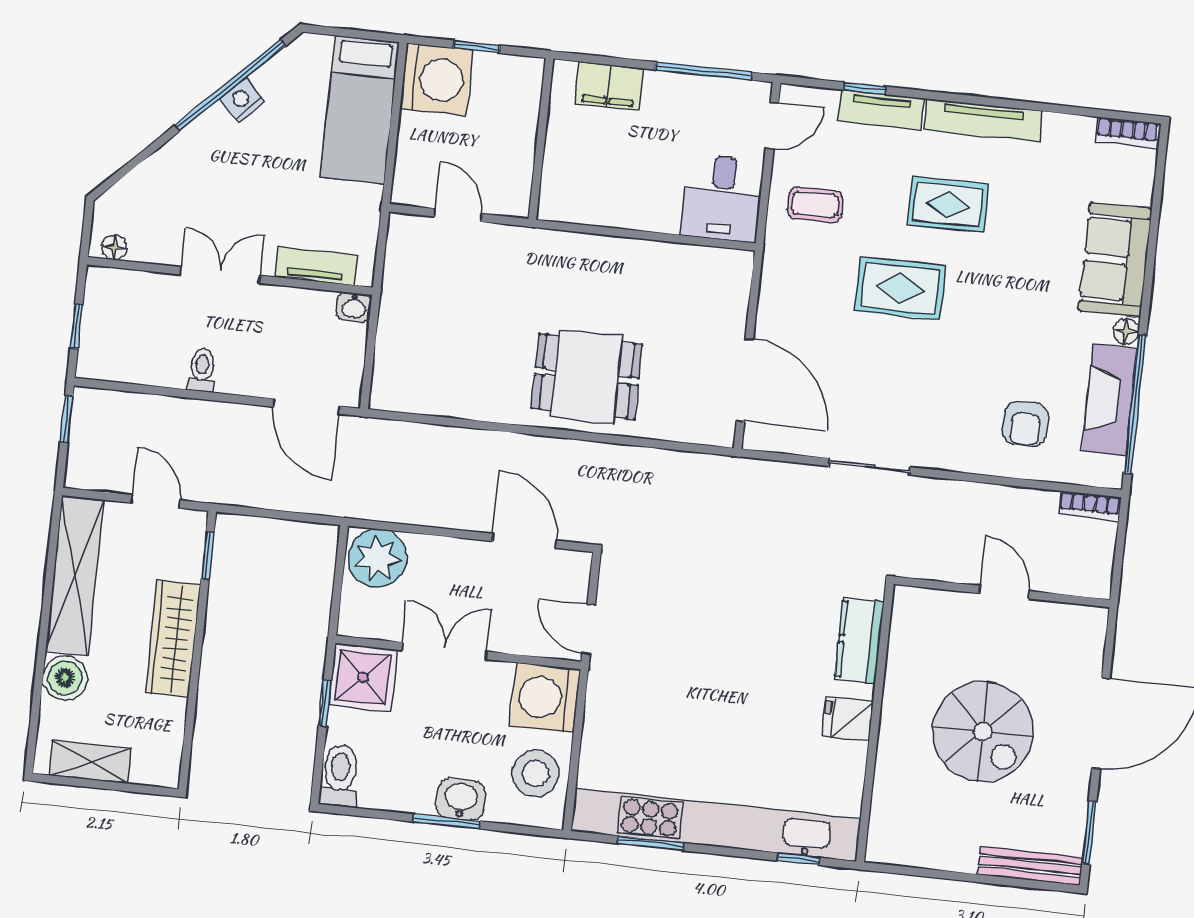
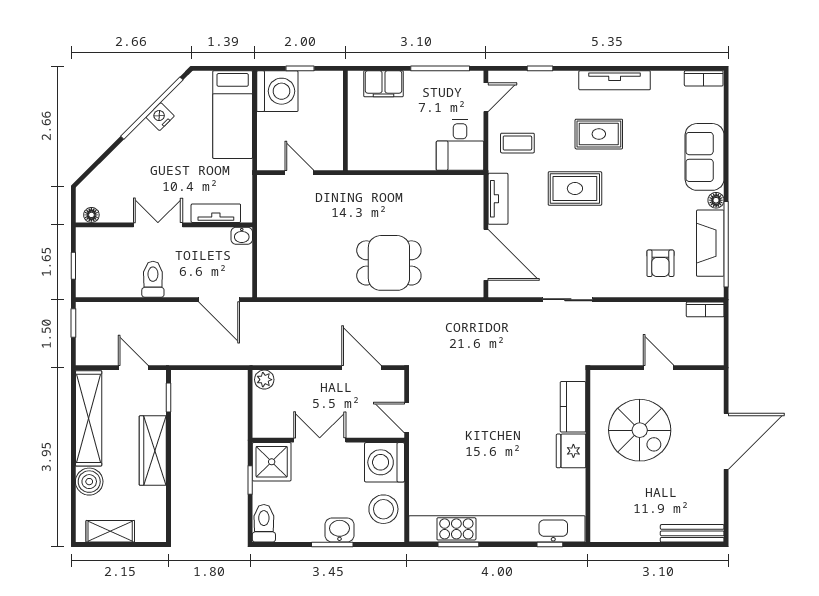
tv unit: (881, 110) -> (498, 199), moved, turned -90
toilet: (202, 370) -> (153, 279), width x1.37, depth x1.39
plant: (377, 558) -> (264, 380), width x0.53, depth x0.53
fridge: (848, 719) -> (571, 451), width x1.38
spiral stairs: (983, 732) -> (640, 430), moved
window: (1089, 832) -> (726, 509), removed

